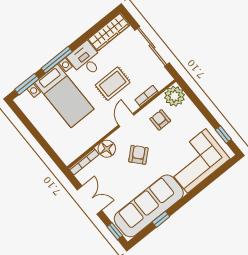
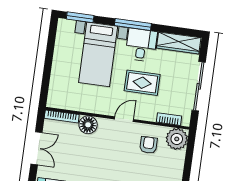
window: (57, 60) -> (133, 25), moved
bookcase: (147, 96) -> (169, 119), moved
armchair: (138, 155) -> (106, 153), removed

